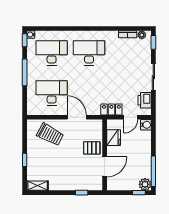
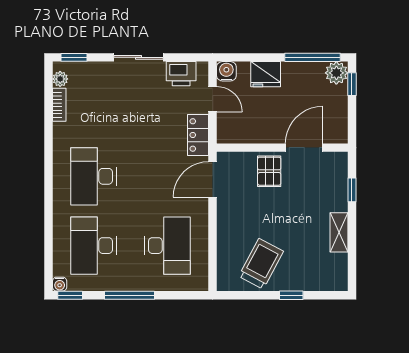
desk: (52, 93) -> (168, 246), turned 180
door: (77, 117) -> (213, 179), moved
trolley: (50, 134) -> (261, 264), moved
fridge: (114, 138) -> (266, 74), moved, turned 180
door: (105, 167) -> (304, 148), hinge flipped
shelving: (38, 186) -> (339, 232), moved

